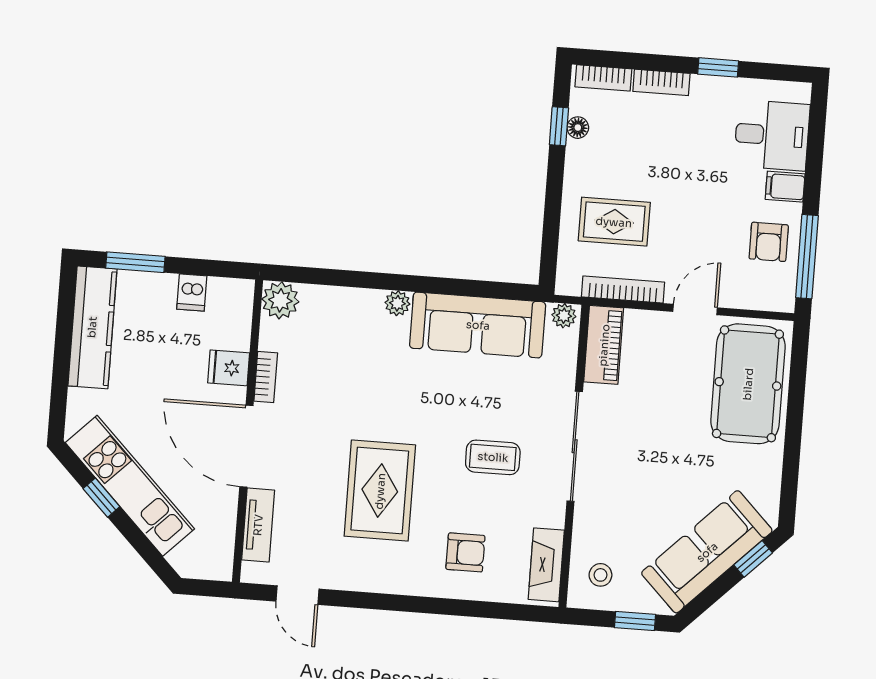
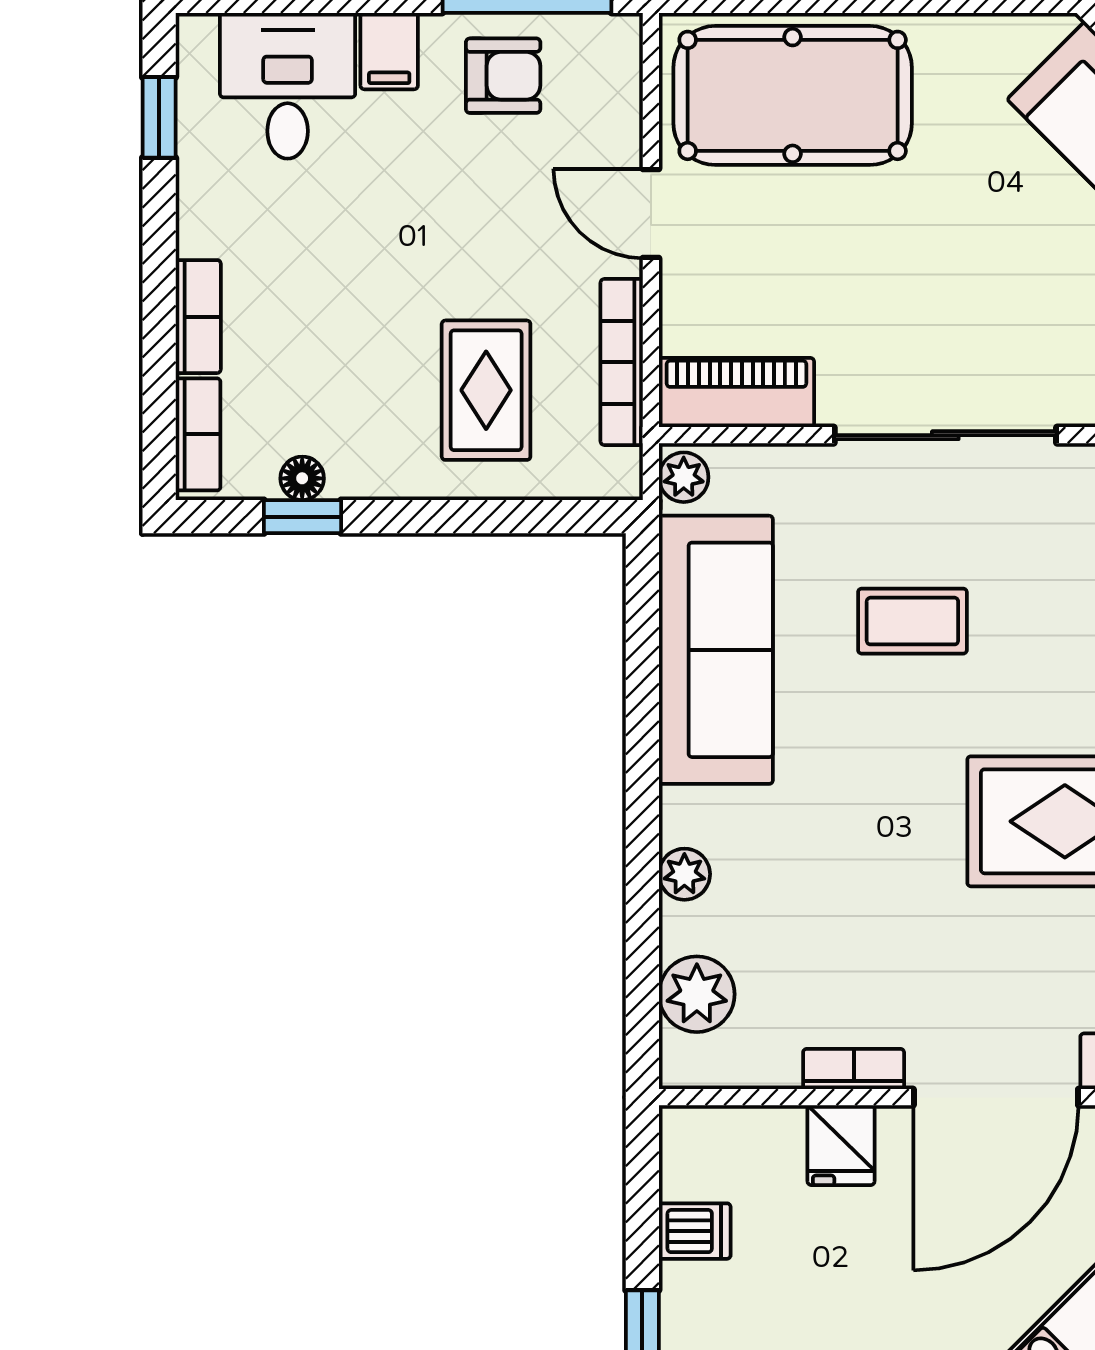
window: (718, 67) -> (159, 117), moved
plant: (280, 300) -> (697, 994), moved
plant: (397, 303) -> (684, 874), moved
coffee table: (493, 457) -> (912, 621), moved, turned 90

